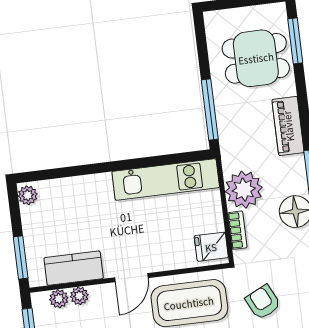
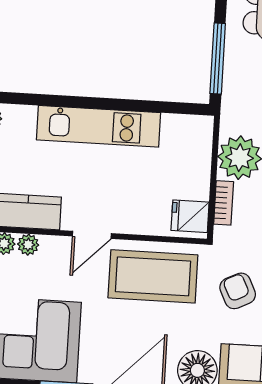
kitchen unit: (166, 180) -> (99, 126), moved

